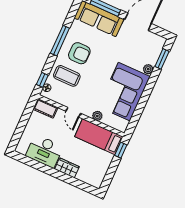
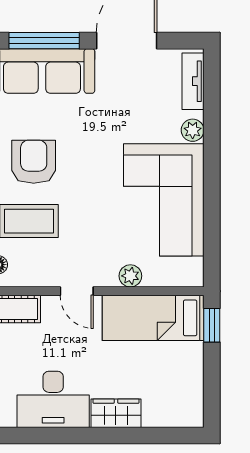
tv unit: (157, 50) -> (193, 81), added
armchair: (79, 53) -> (34, 162), turned -90
window: (162, 59) -> (212, 96), removed

